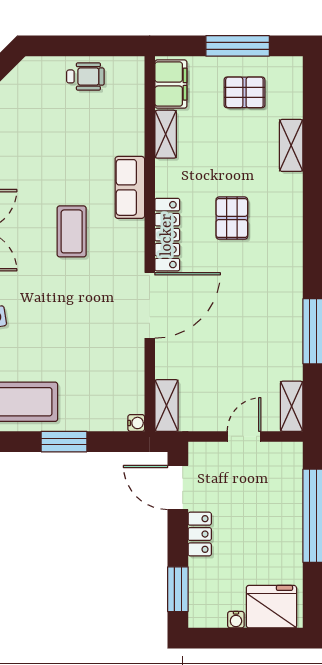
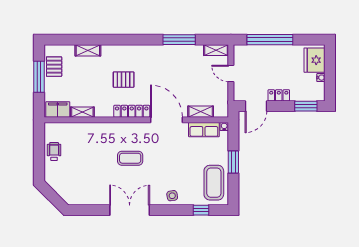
pallet: (244, 92) -> (54, 67), moved
row of seats: (130, 187) -> (204, 130), moved
shelving: (166, 405) -> (201, 112), moved

